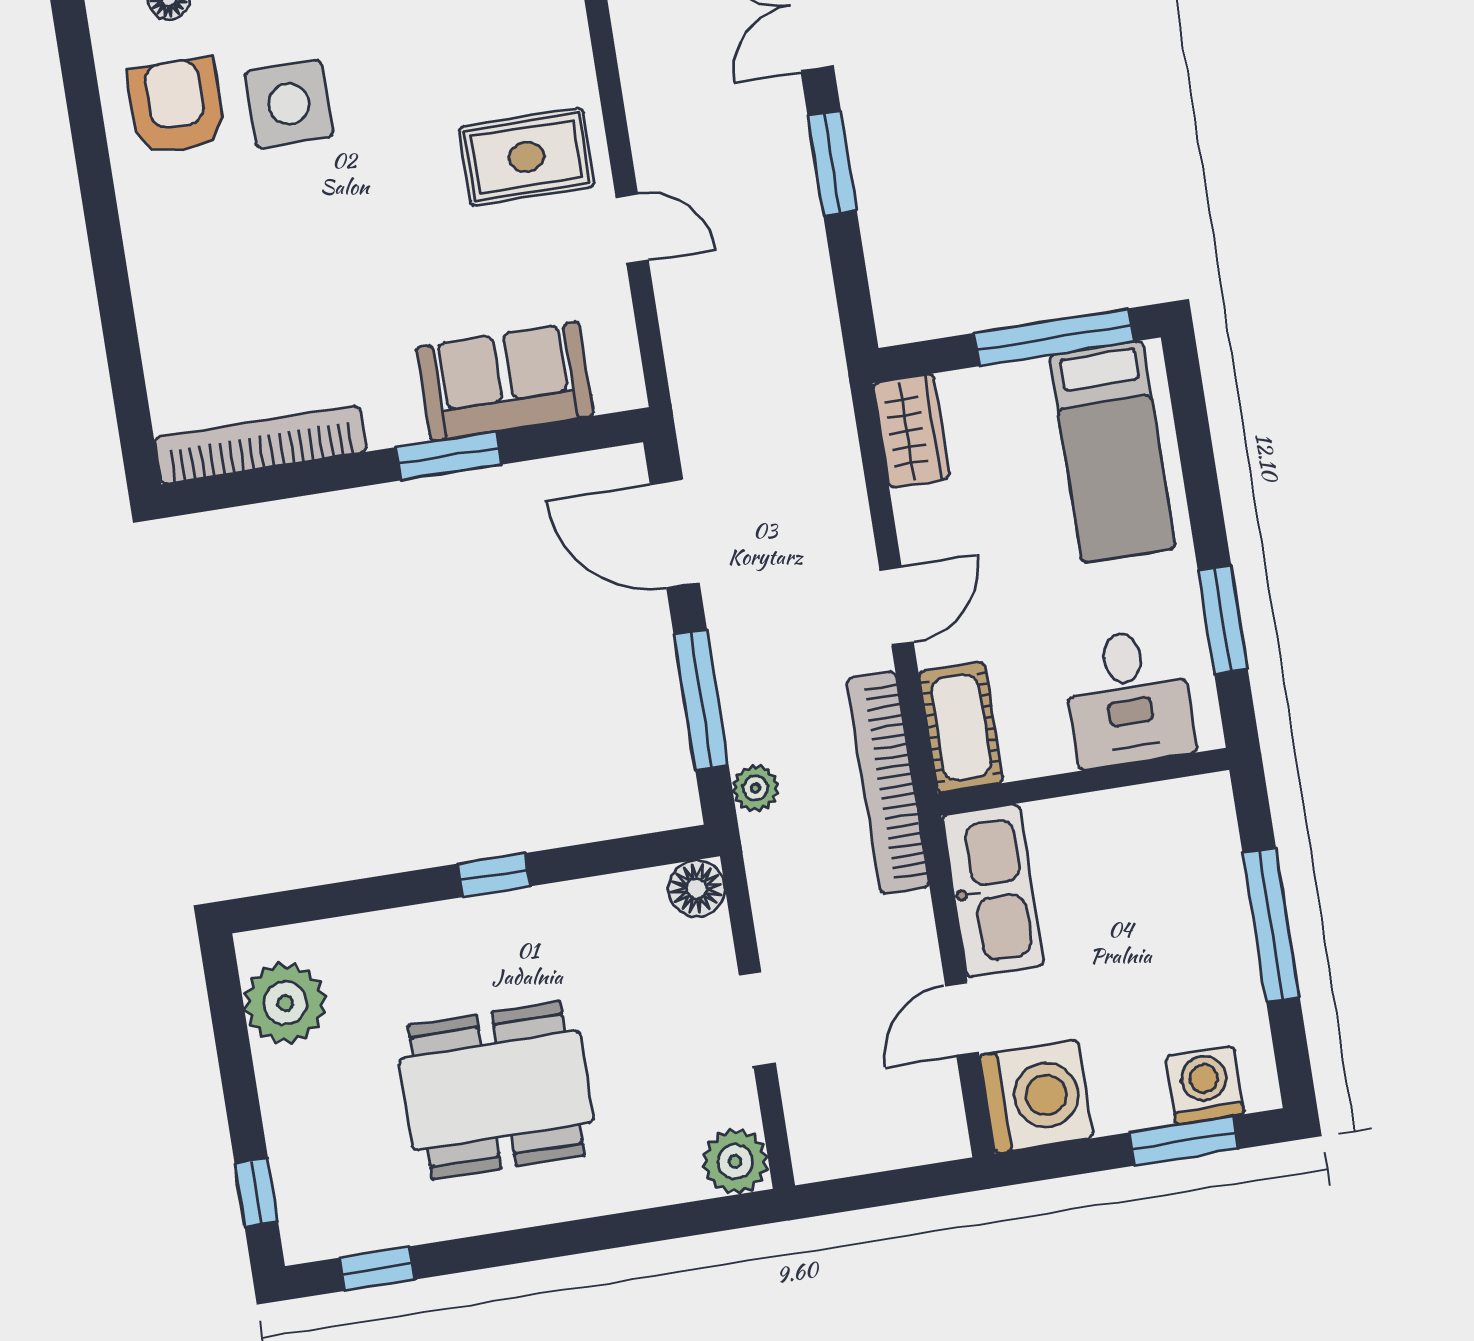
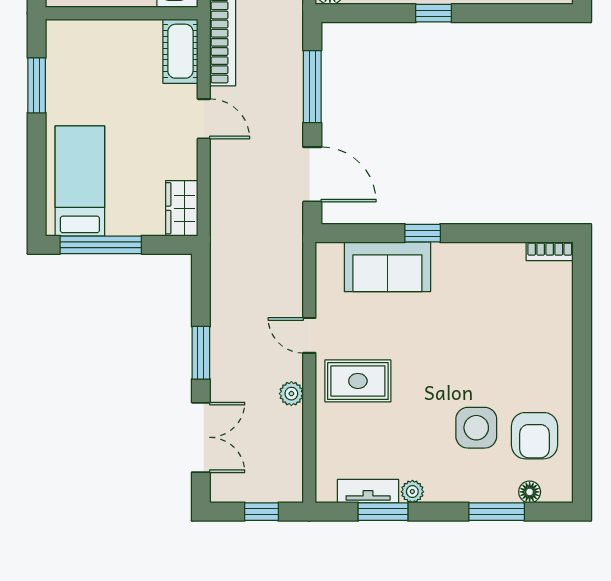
bookcase: (260, 445) -> (550, 251), width x0.43, depth x0.76
window: (449, 456) -> (423, 233), width x0.67
door: (897, 606) -> (204, 119), swing flipped
desk: (1128, 698) -> (92, 53), removed
plant: (756, 788) -> (291, 394), moved

